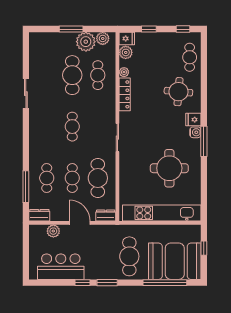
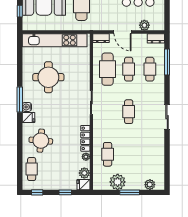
plant: (103, 38) -> (150, 185), moved
cafe table: (72, 75) -> (129, 154), removed
sliding door: (26, 94) -> (167, 117), moved

